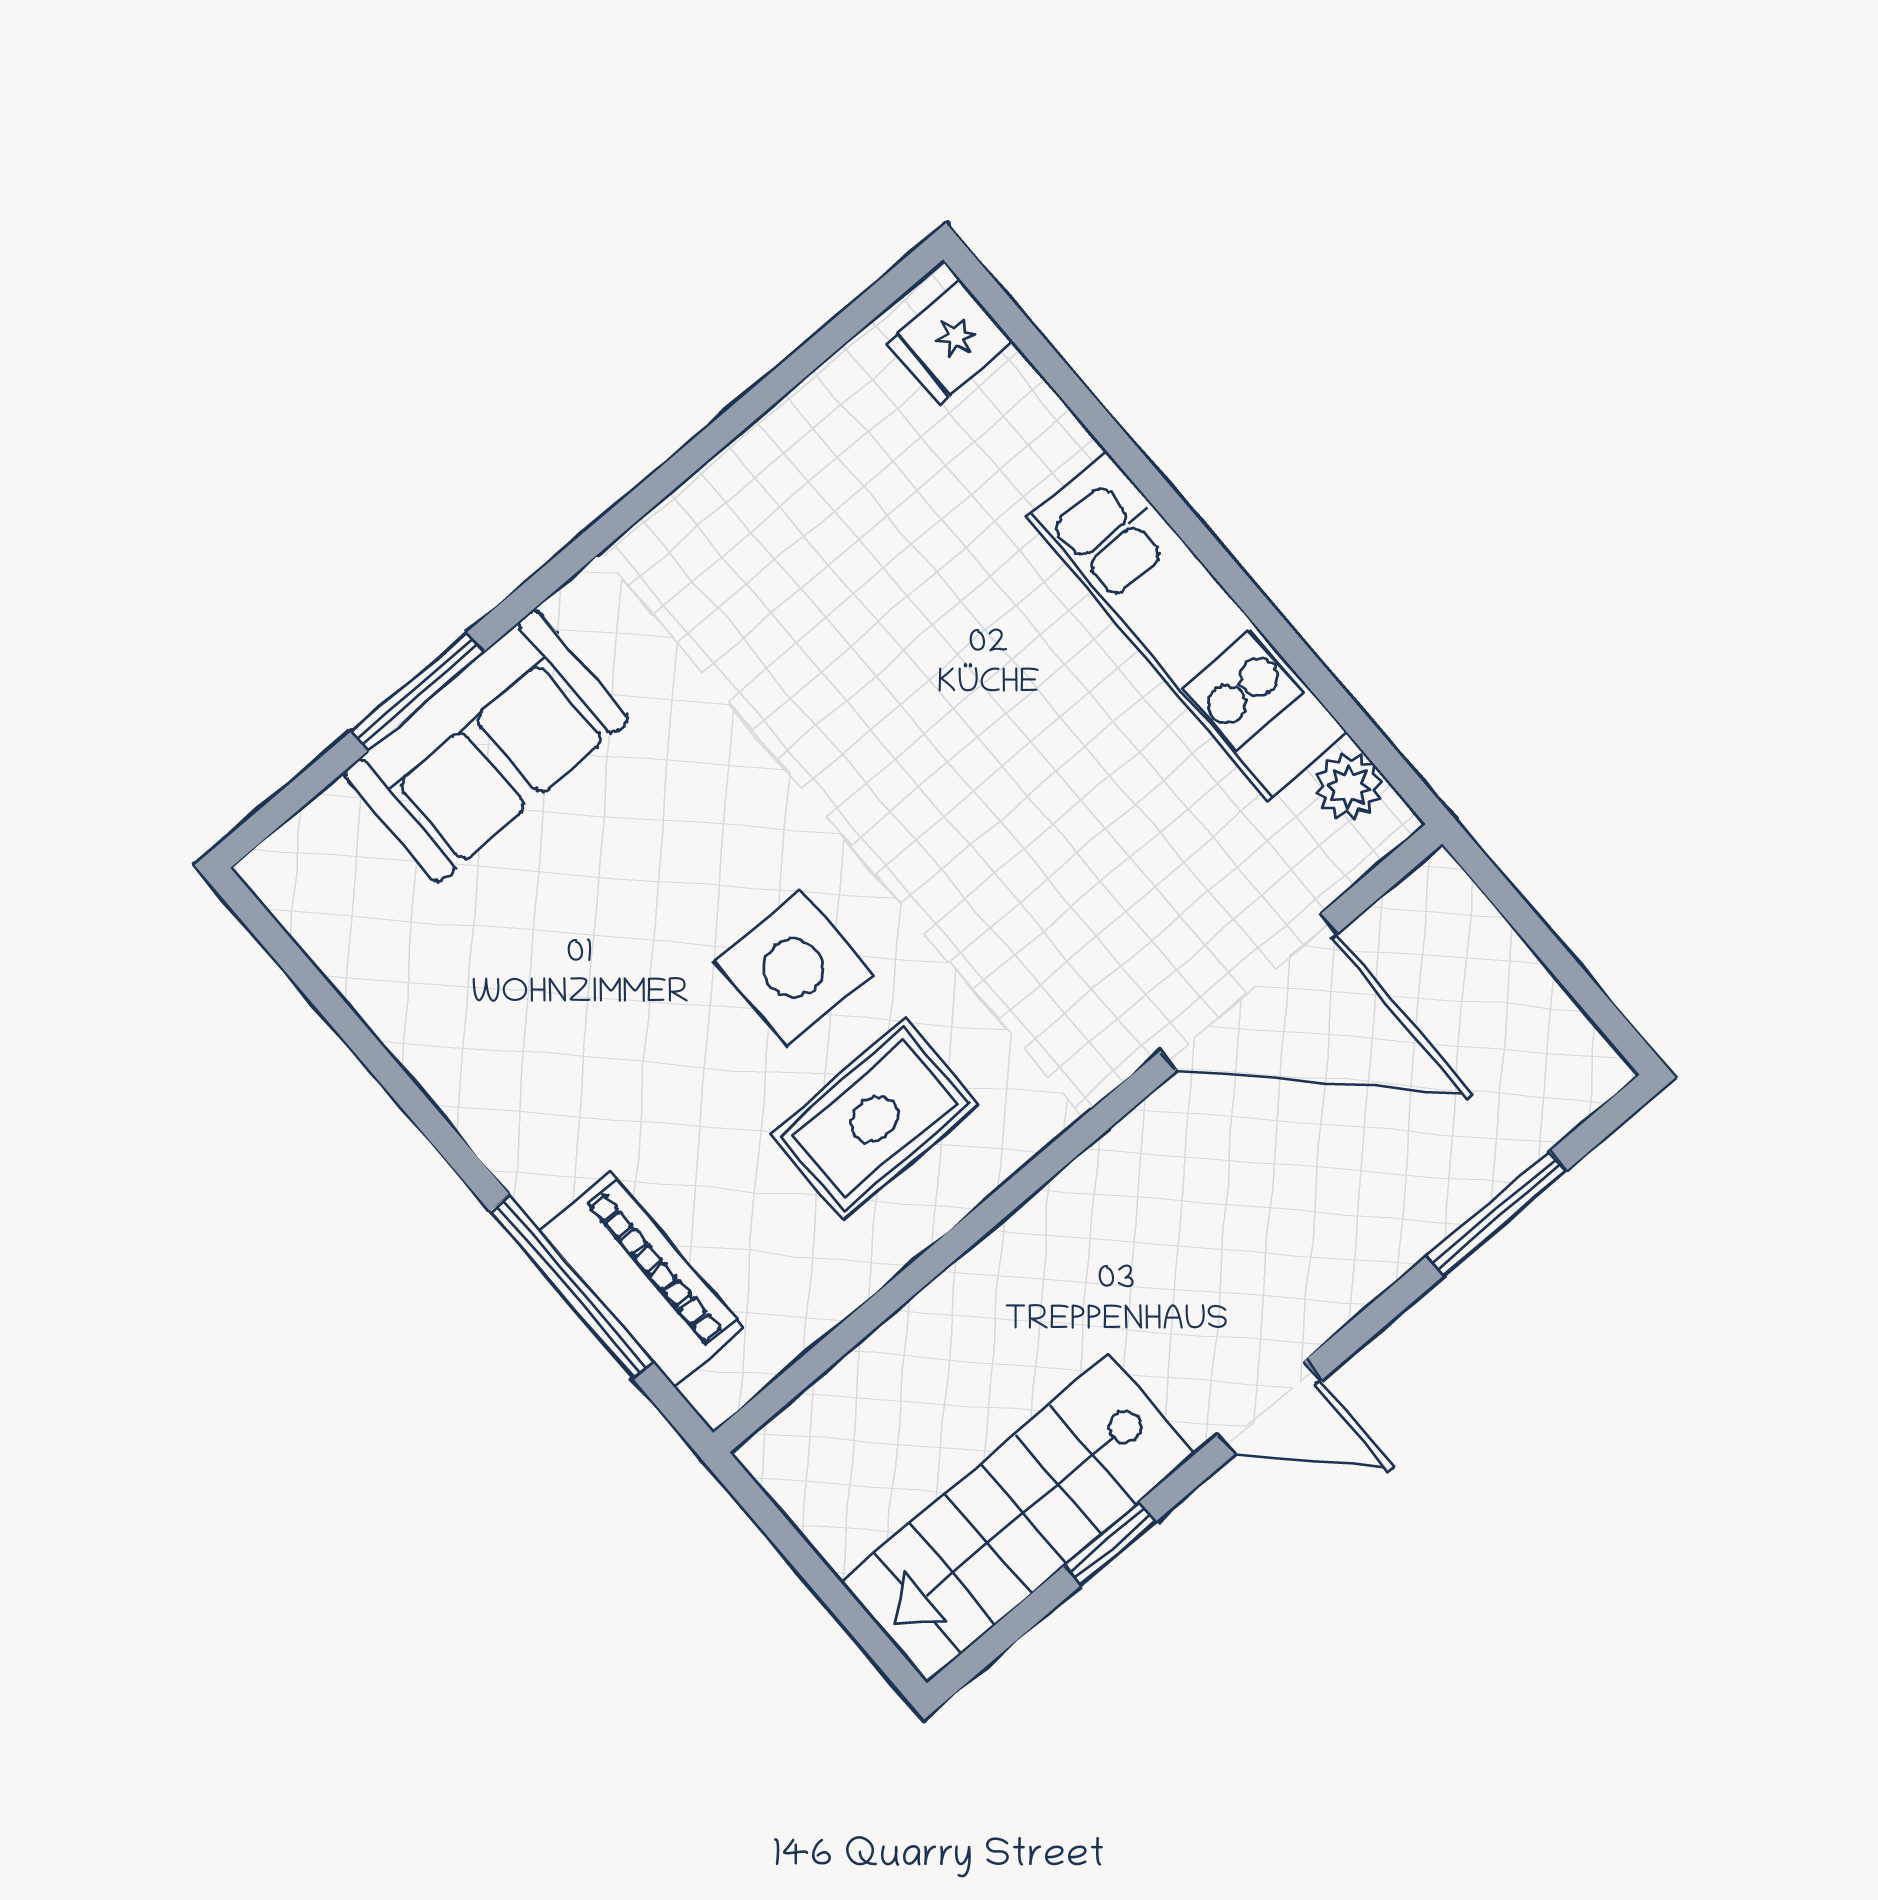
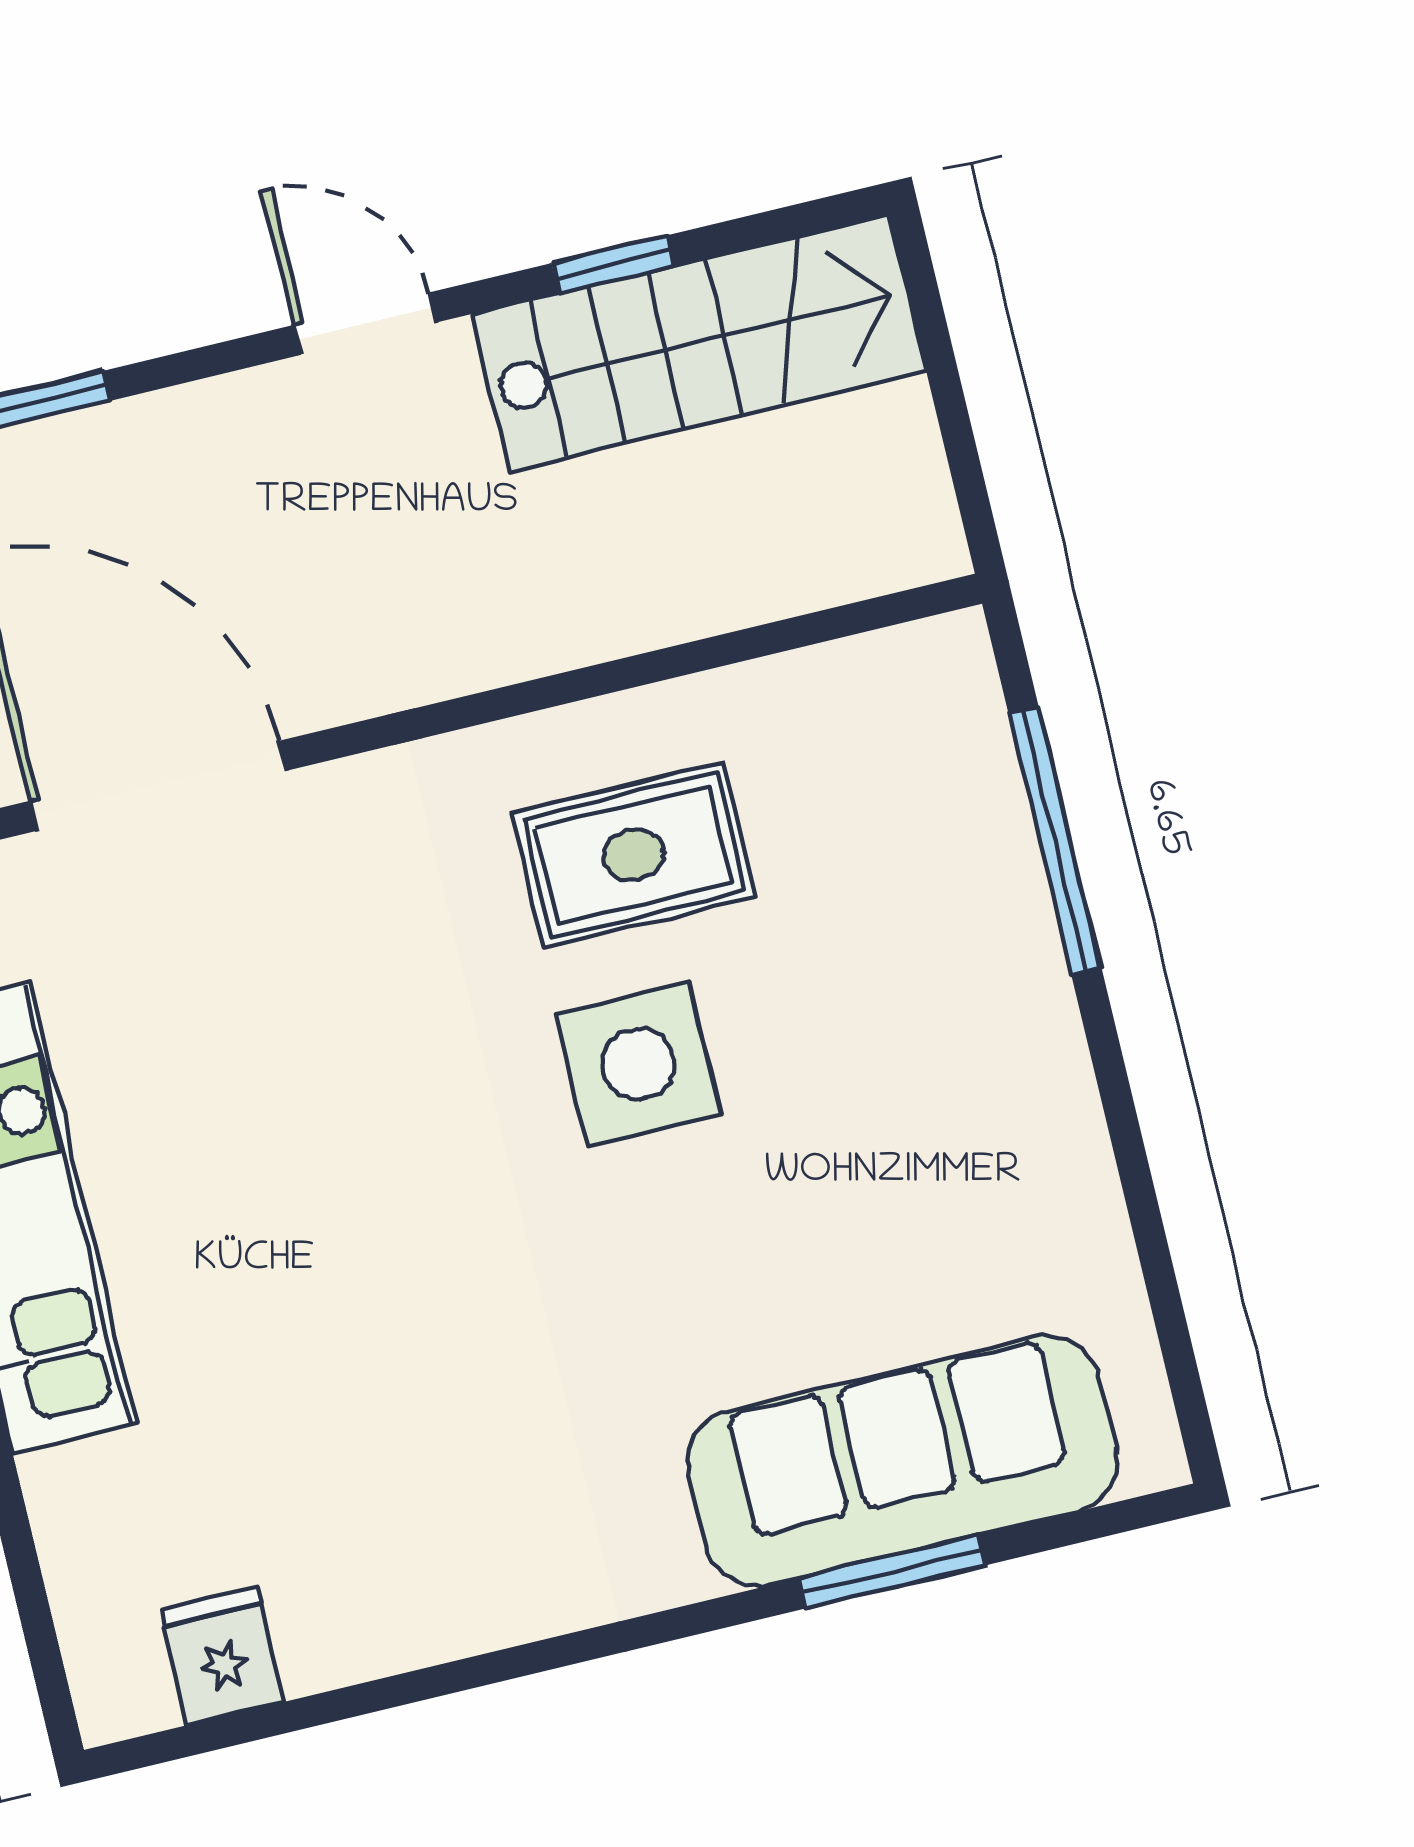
fridge: (950, 342) -> (222, 1656), moved, turned -90
sofa: (486, 746) -> (903, 1461), width x1.36
piano: (642, 1279) -> (974, 810), removed

